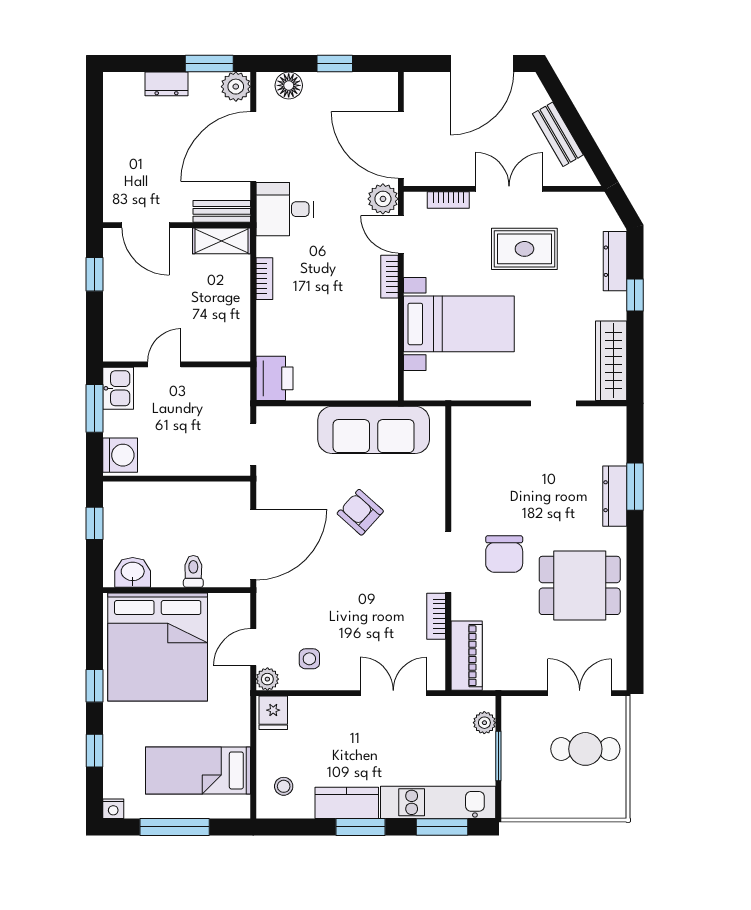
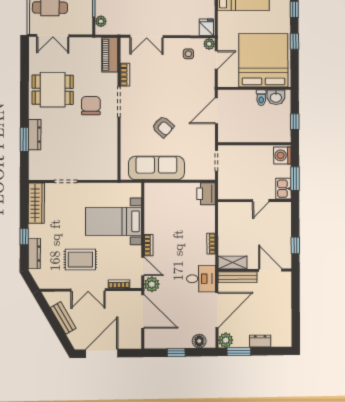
bench: (222, 211) -> (238, 277), width x1.36
door: (253, 544) -> (216, 111), width x0.73
toilet: (193, 571) -> (261, 98), moved

